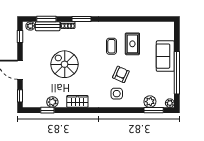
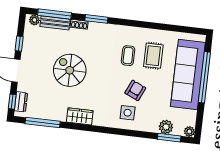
window: (46, 19) -> (55, 14), width x1.44
window: (20, 36) -> (19, 44), moved
sofa: (165, 56) -> (188, 75), width x1.85, depth x1.27
window: (177, 73) -> (204, 77), moved
dresser: (27, 95) -> (21, 102), added
plant: (52, 102) -> (50, 114), removed
window: (47, 110) -> (43, 122), width x2.17

